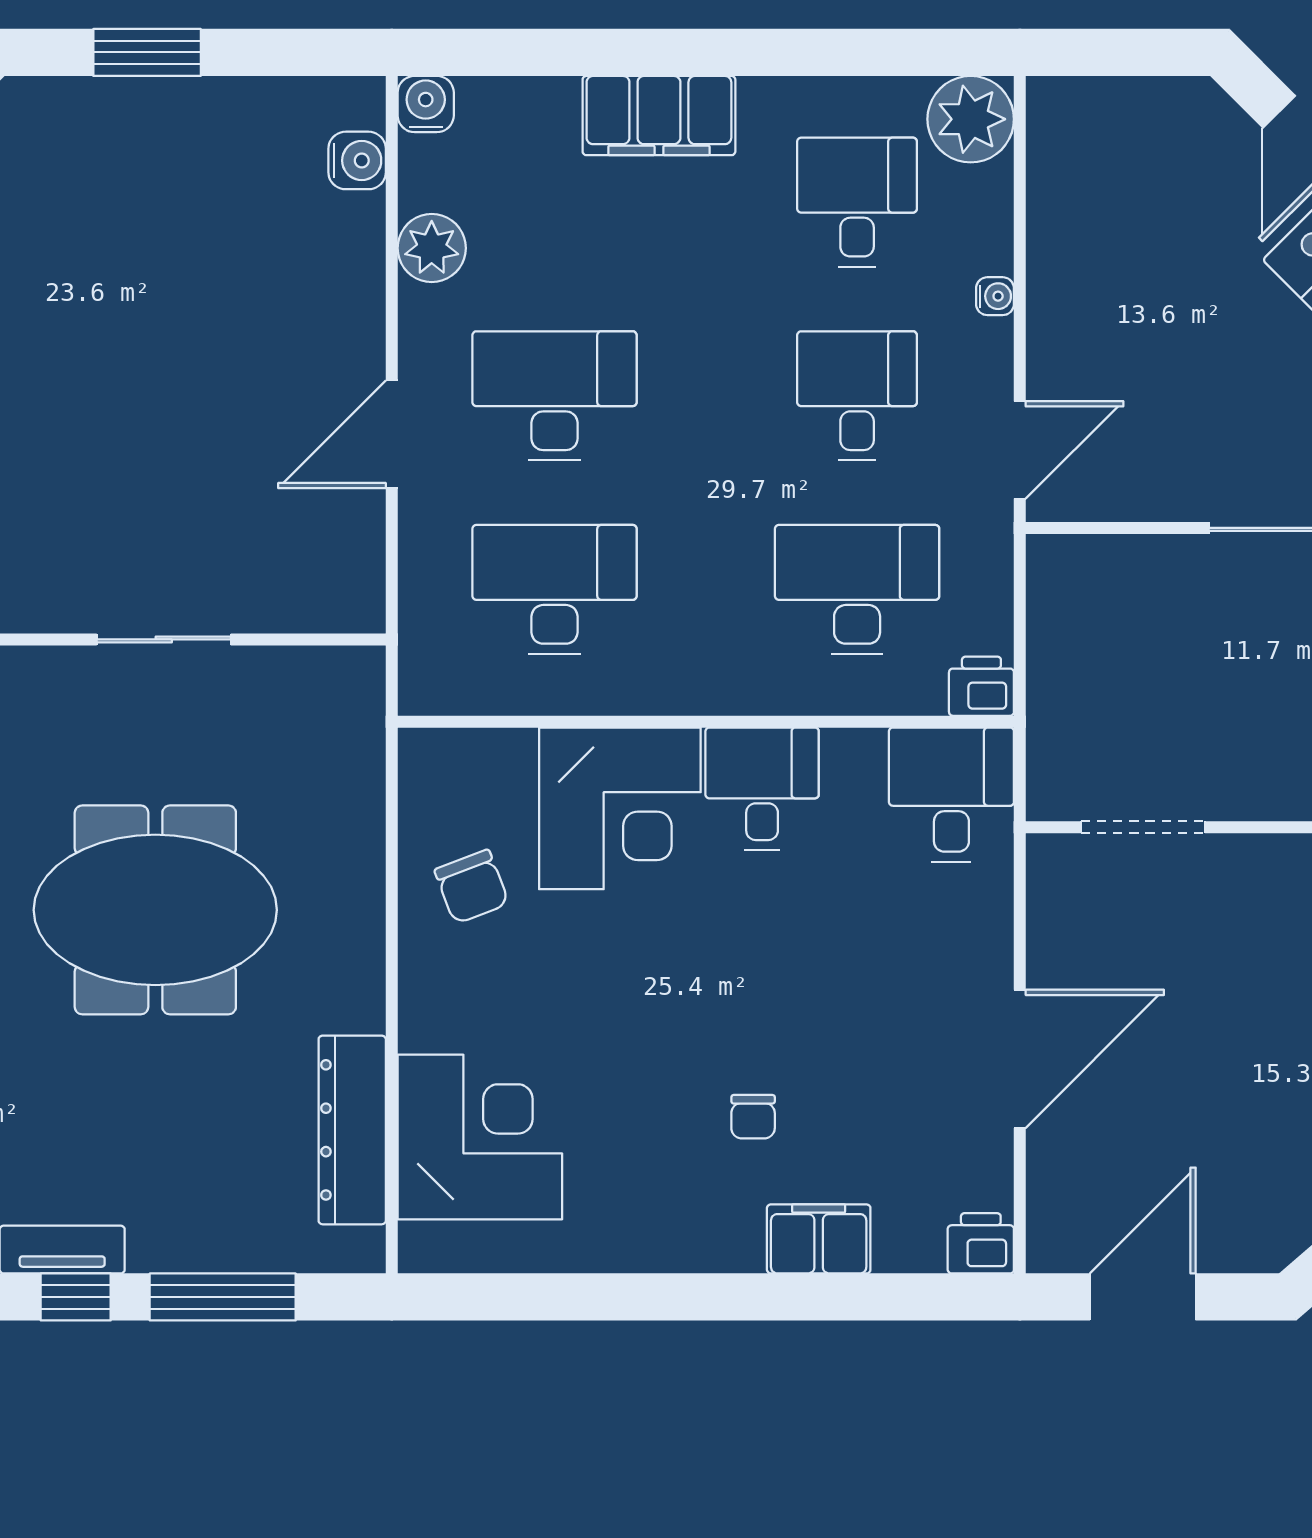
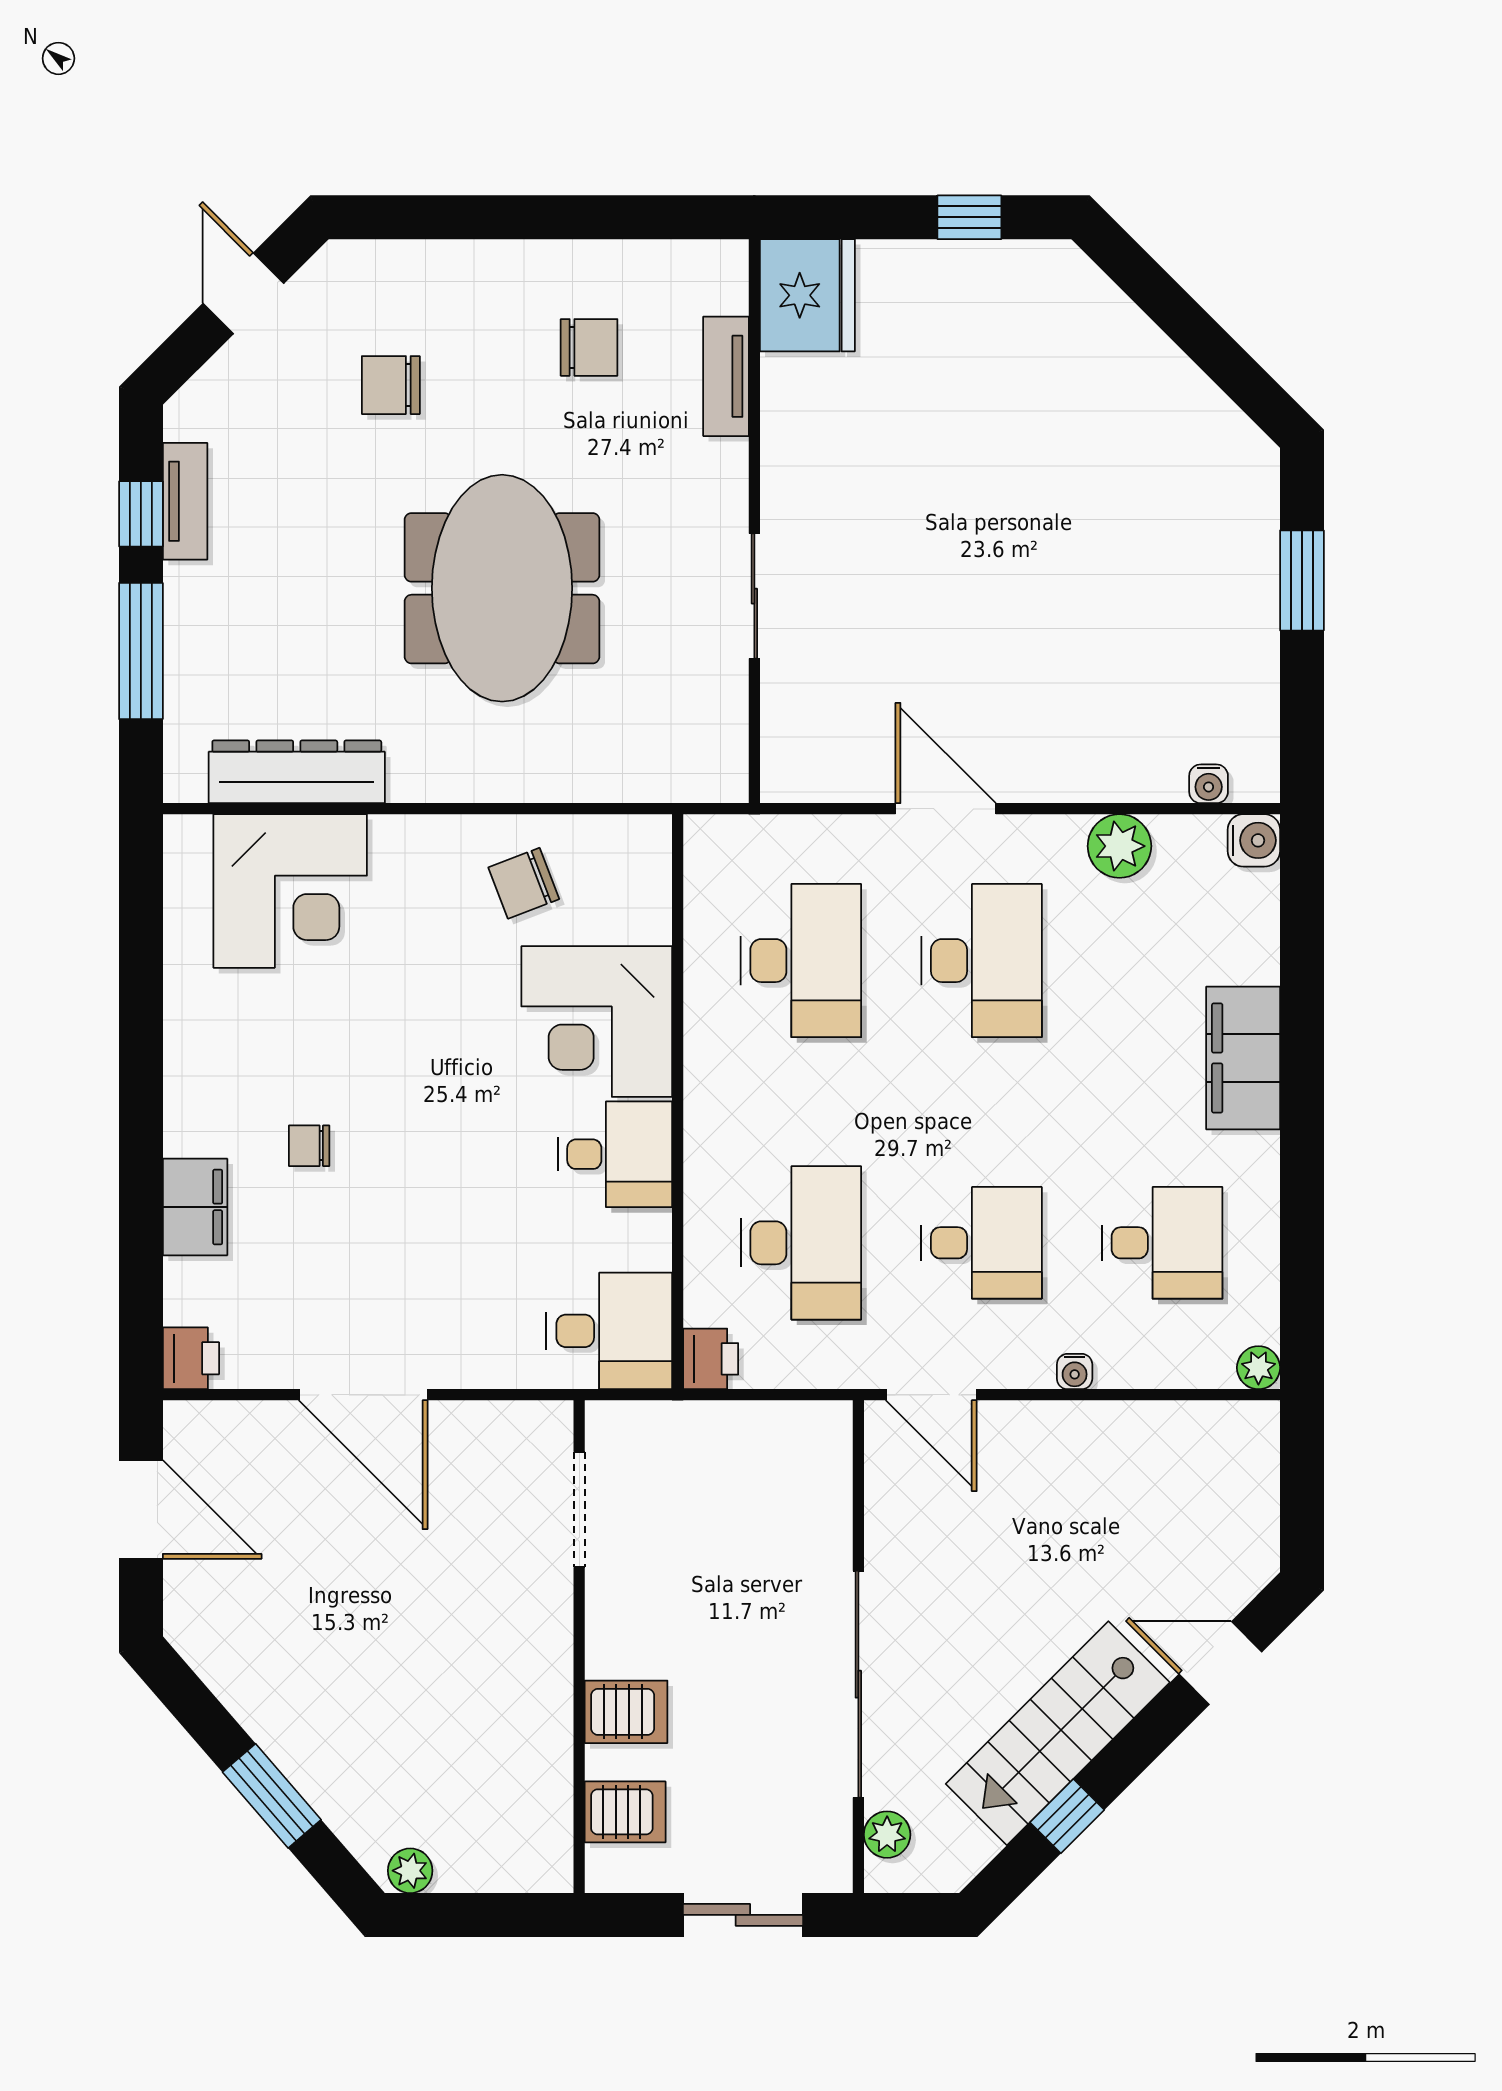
plant: (971, 119) -> (1258, 1368), width x0.53, depth x0.53
water cooler: (357, 160) -> (1209, 784), width x0.72, depth x0.72

